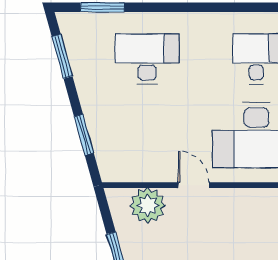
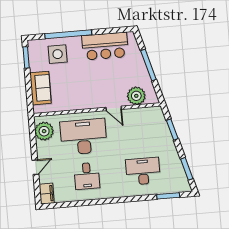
desk: (147, 59) -> (143, 171), turned 180

